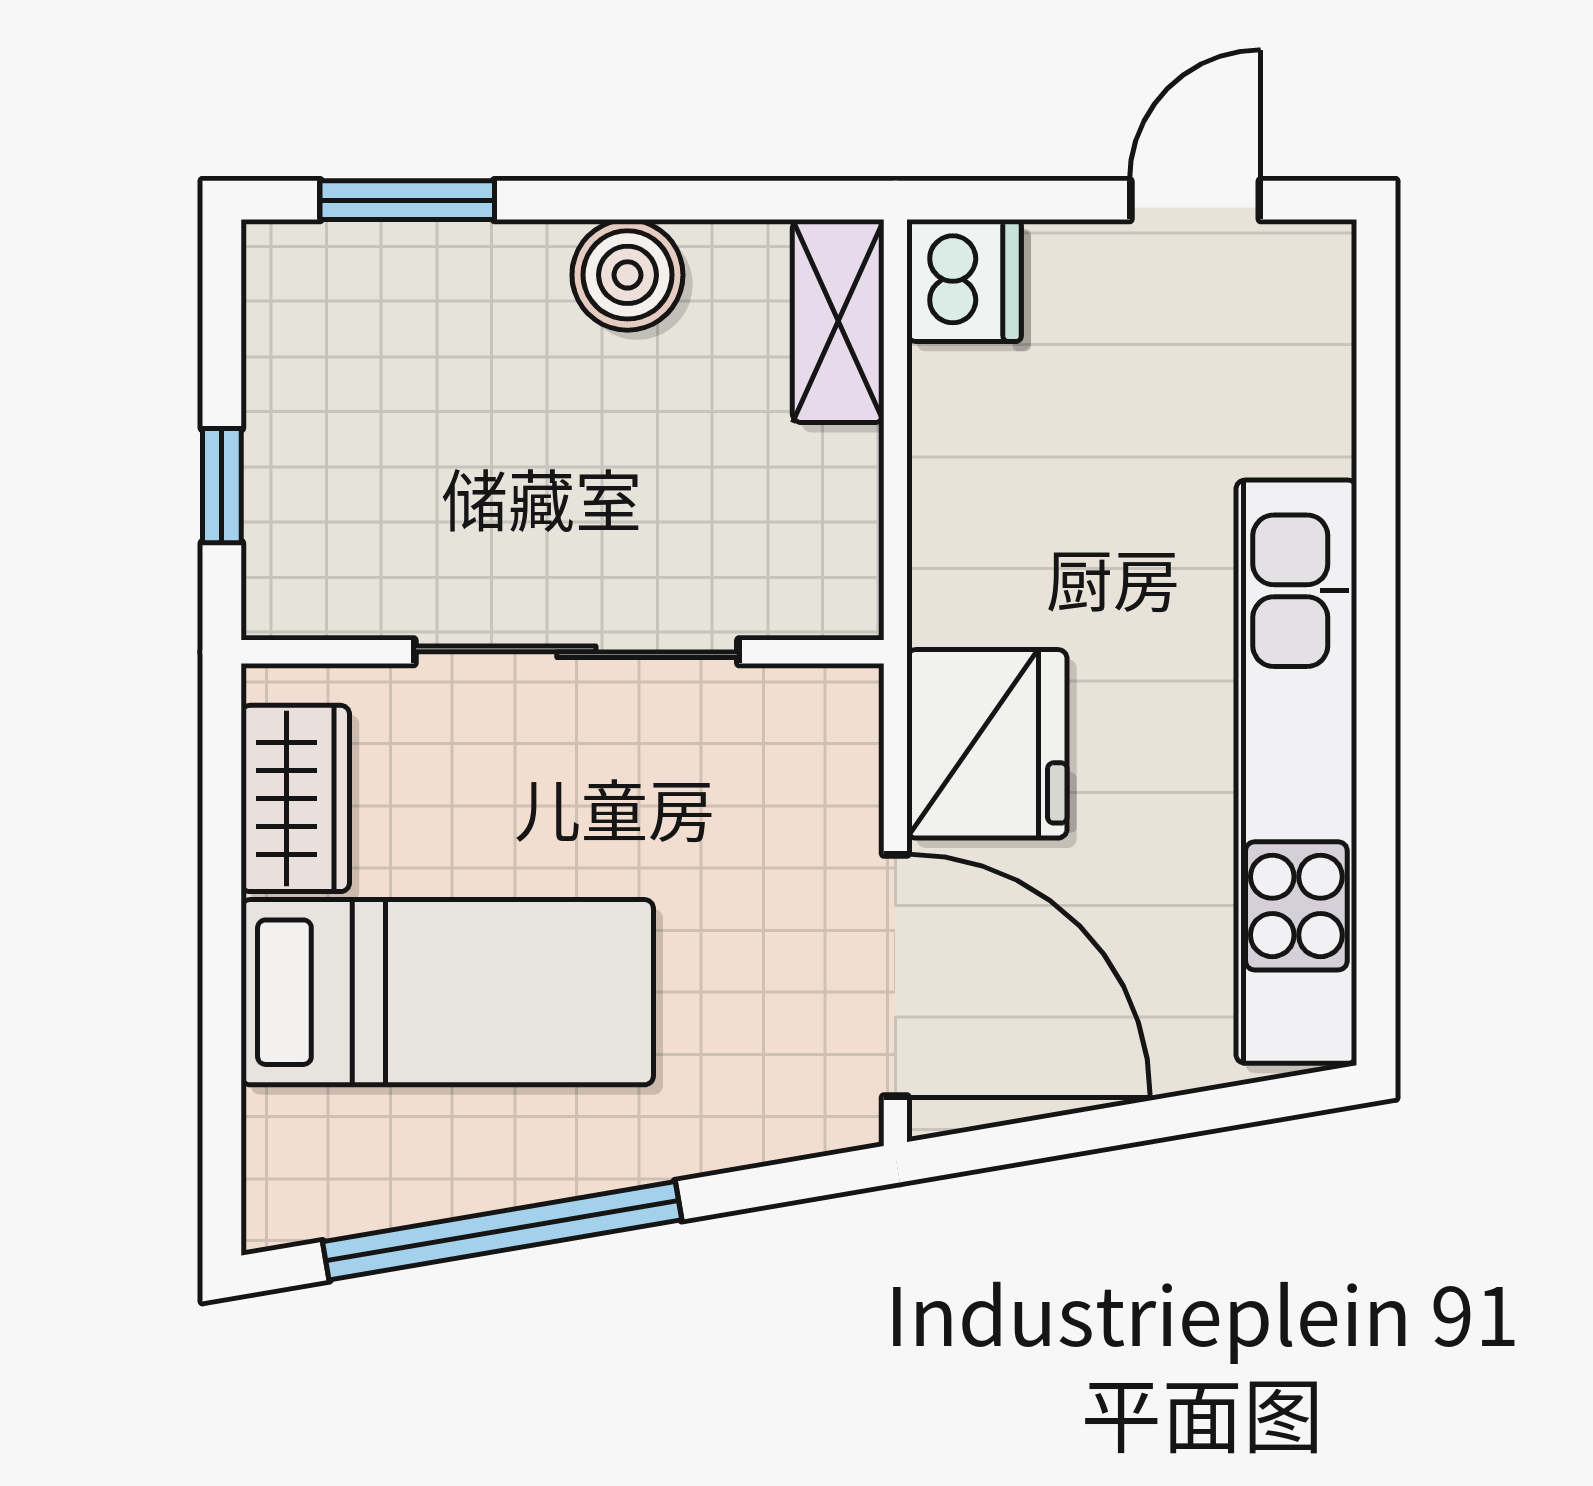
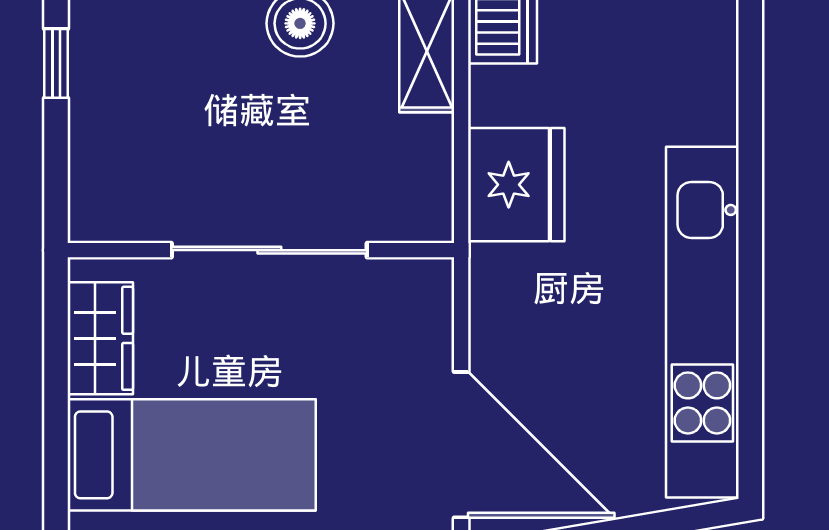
window: (222, 486) -> (56, 63), moved
fridge: (987, 744) -> (516, 185), moved

